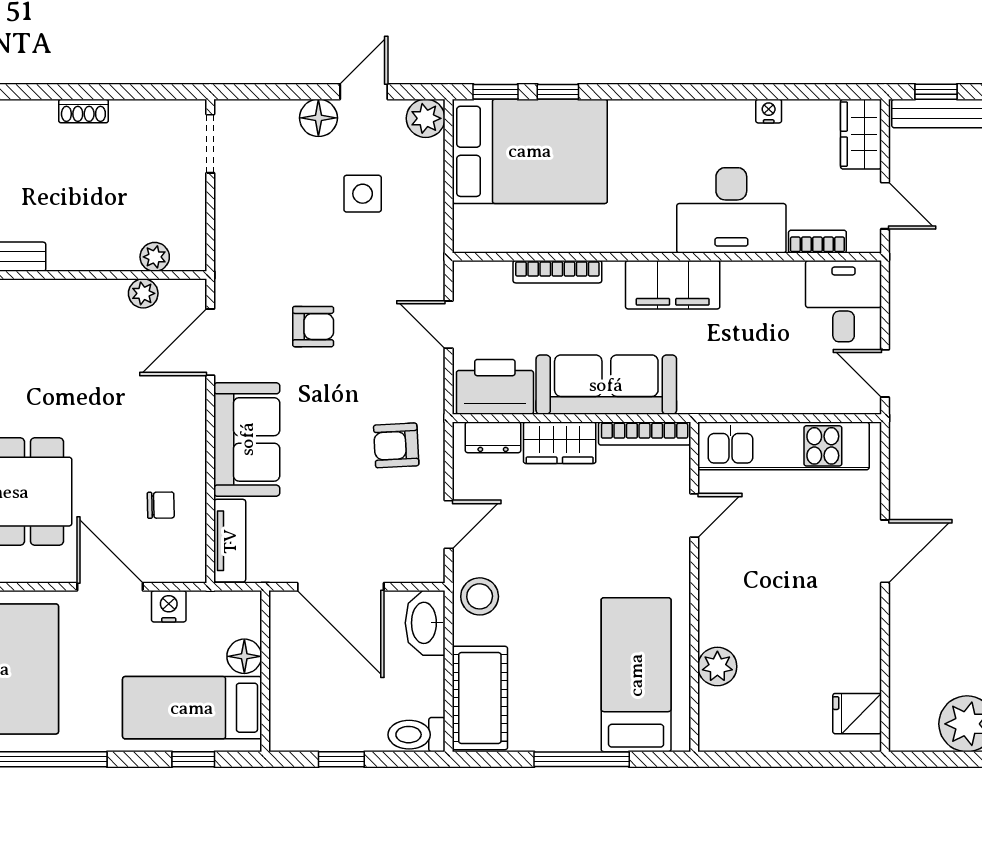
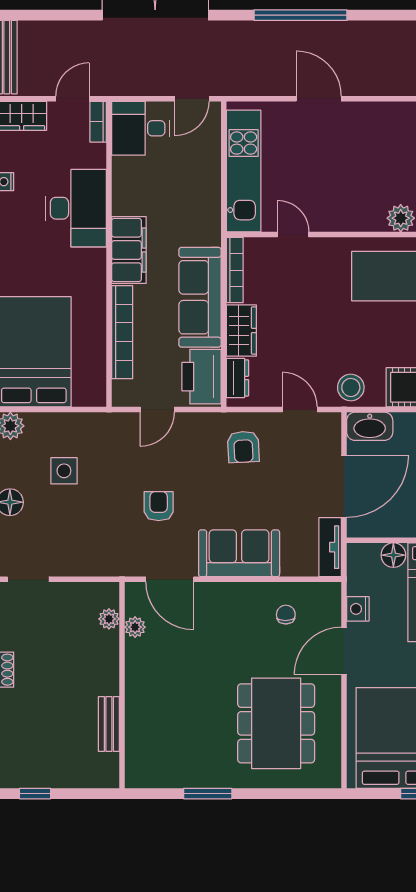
bookcase: (817, 242) -> (98, 122), moved
bookcase: (557, 272) -> (122, 332), width x1.48, depth x1.31
tv unit: (230, 541) -> (330, 547), moved, turned -90

